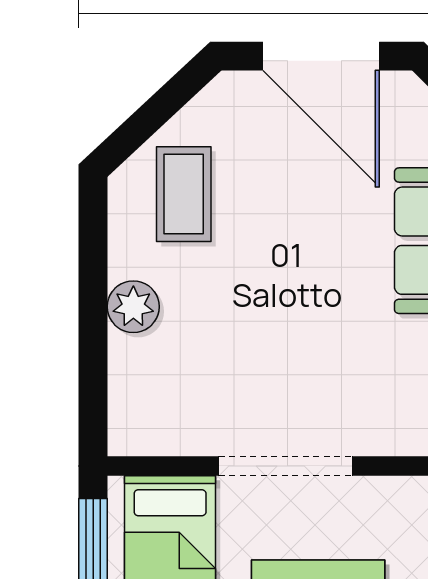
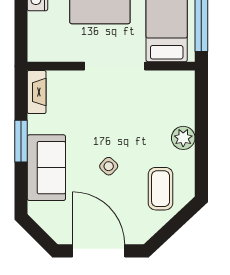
side table: (299, 244) -> (109, 166), added

